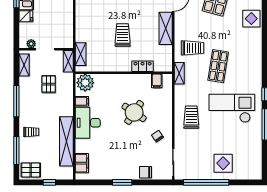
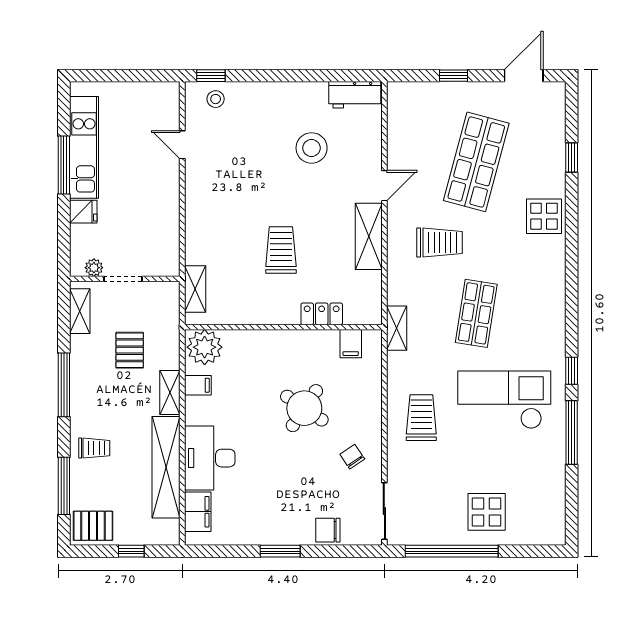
trolley: (192, 48) -> (439, 242), moved
shelving: (68, 61) -> (170, 392), moved
desk: (88, 123) -> (210, 458), moved

